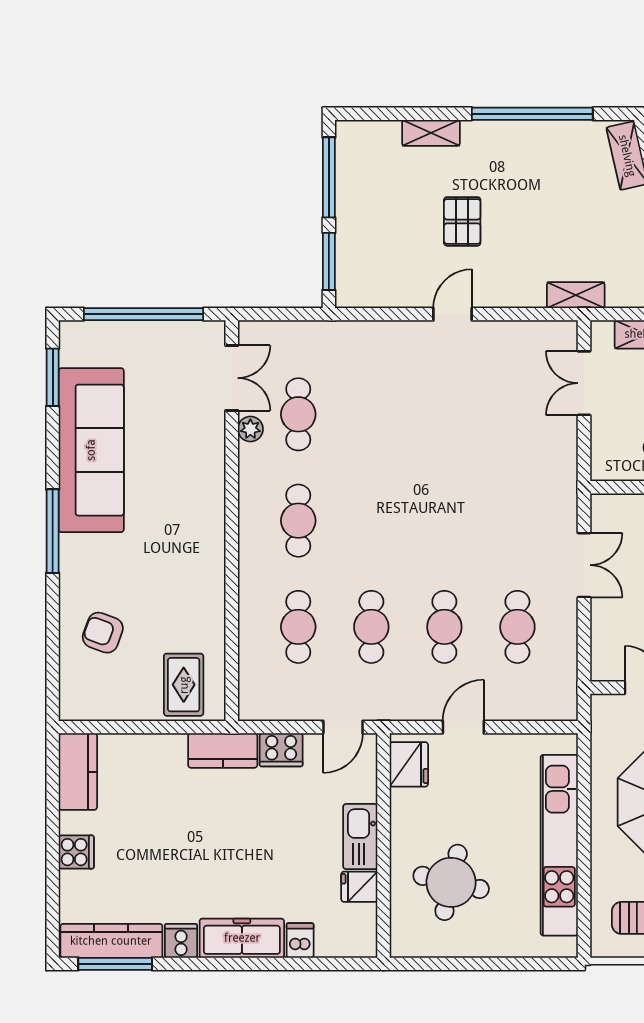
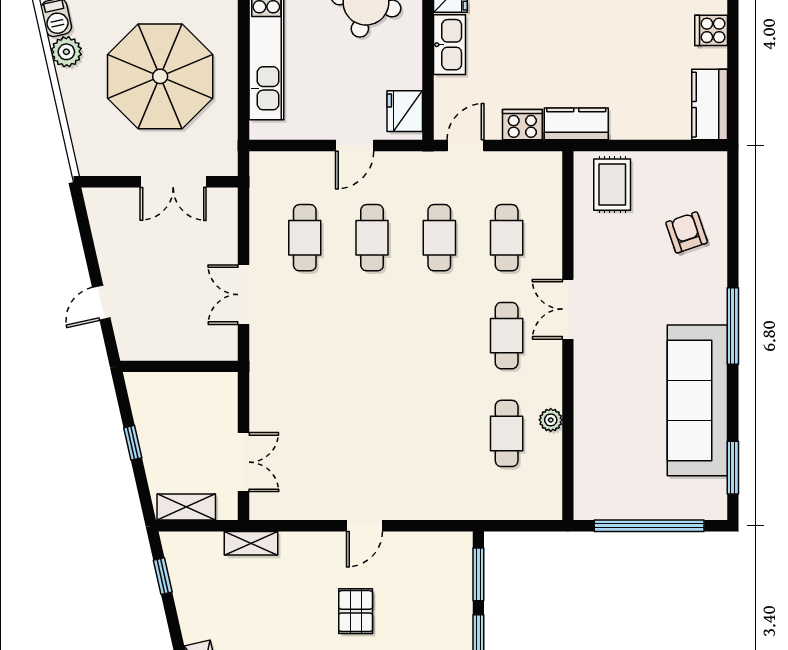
double door: (232, 378) -> (568, 309), moved
armchair: (103, 633) -> (687, 232), turned -129

